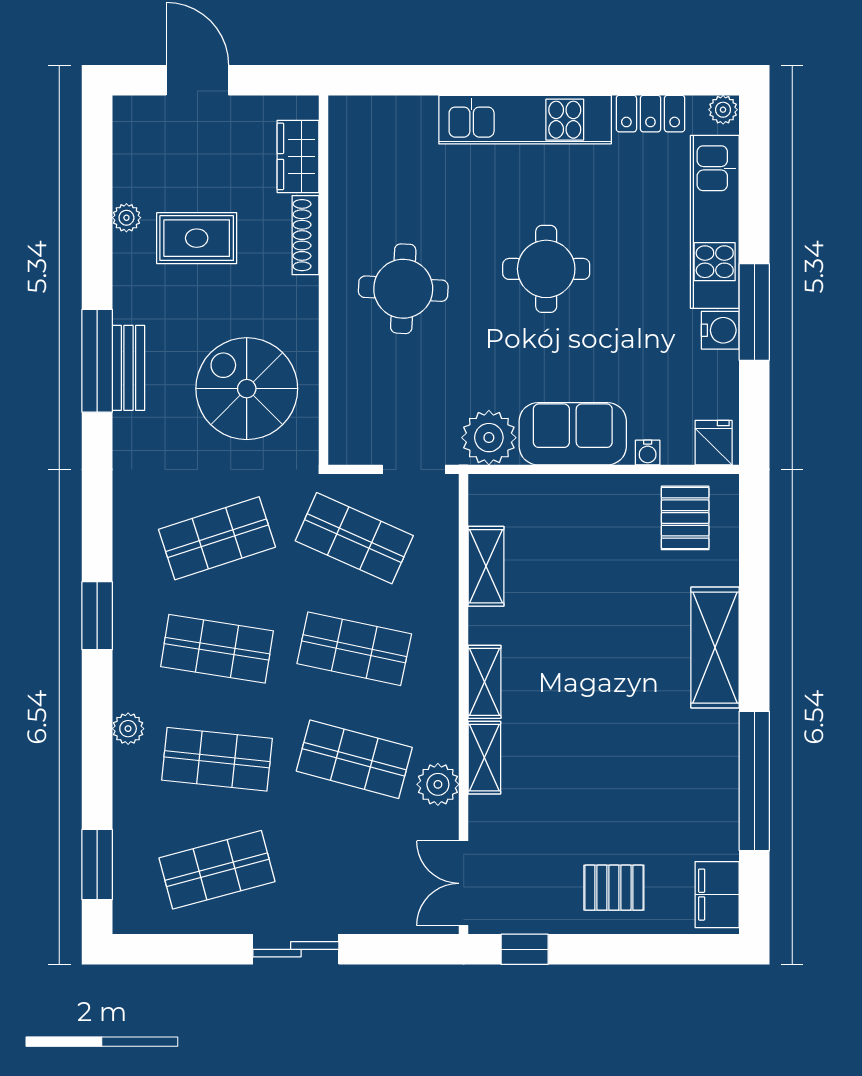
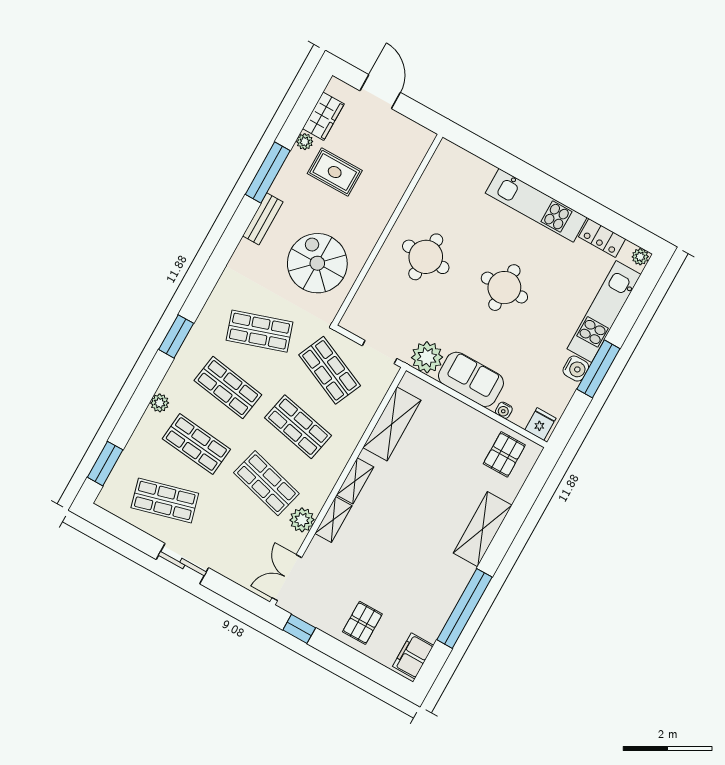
wardrobe: (298, 156) -> (323, 116), moved, turned 180
shoe rack: (305, 235) -> (391, 202), removed
window: (97, 361) -> (268, 172), moved
shelving: (486, 566) -> (392, 424), width x1.50, depth x1.33
pallet: (614, 888) -> (362, 623), turned 90

